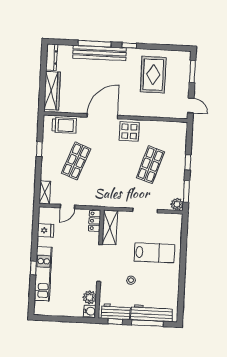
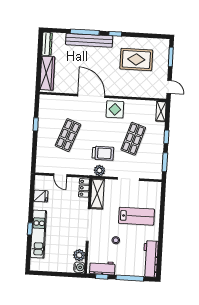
rug: (153, 75) -> (136, 59), turned 90
door: (102, 116) -> (91, 96), hinge flipped
trolley: (64, 125) -> (103, 153), moved
shelving: (45, 192) -> (161, 111), moved
plant: (177, 204) -> (99, 170), moved
door: (67, 207) -> (60, 175), hinge flipped
workbench: (152, 313) -> (150, 259), moved, turned -90

